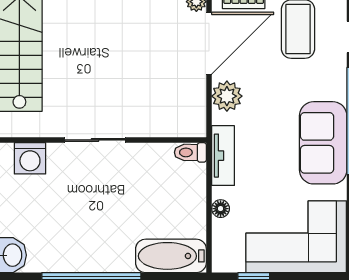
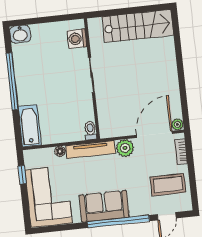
door: (209, 43) -> (154, 134), swing flipped
tv unit: (223, 156) -> (91, 149), width x1.41

